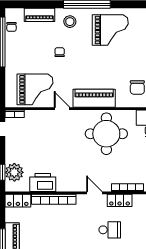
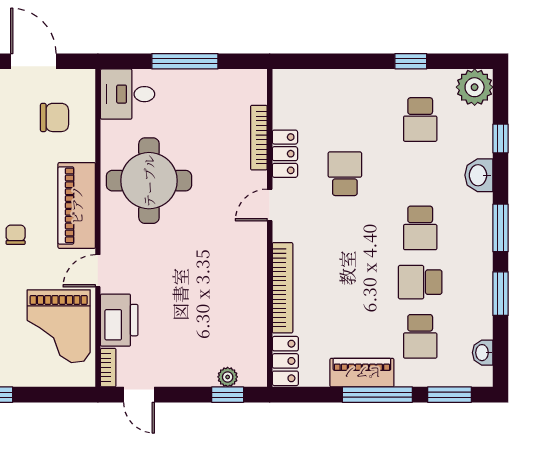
chair: (80, 68) -> (16, 235), added
grand piano: (35, 89) -> (59, 326), turned 180
plant: (14, 172) -> (228, 377), width x0.53, depth x0.53
printer: (43, 183) -> (119, 320), moved, turned 180

